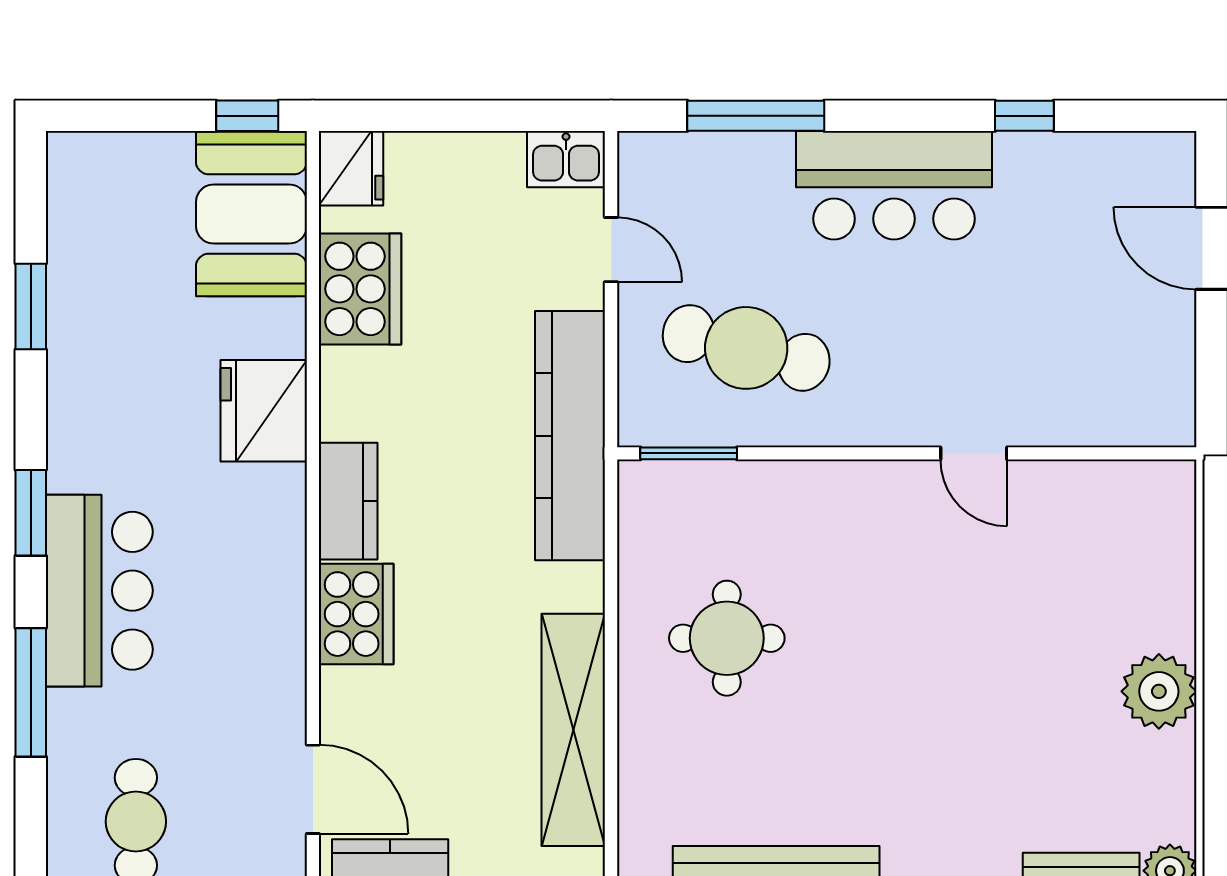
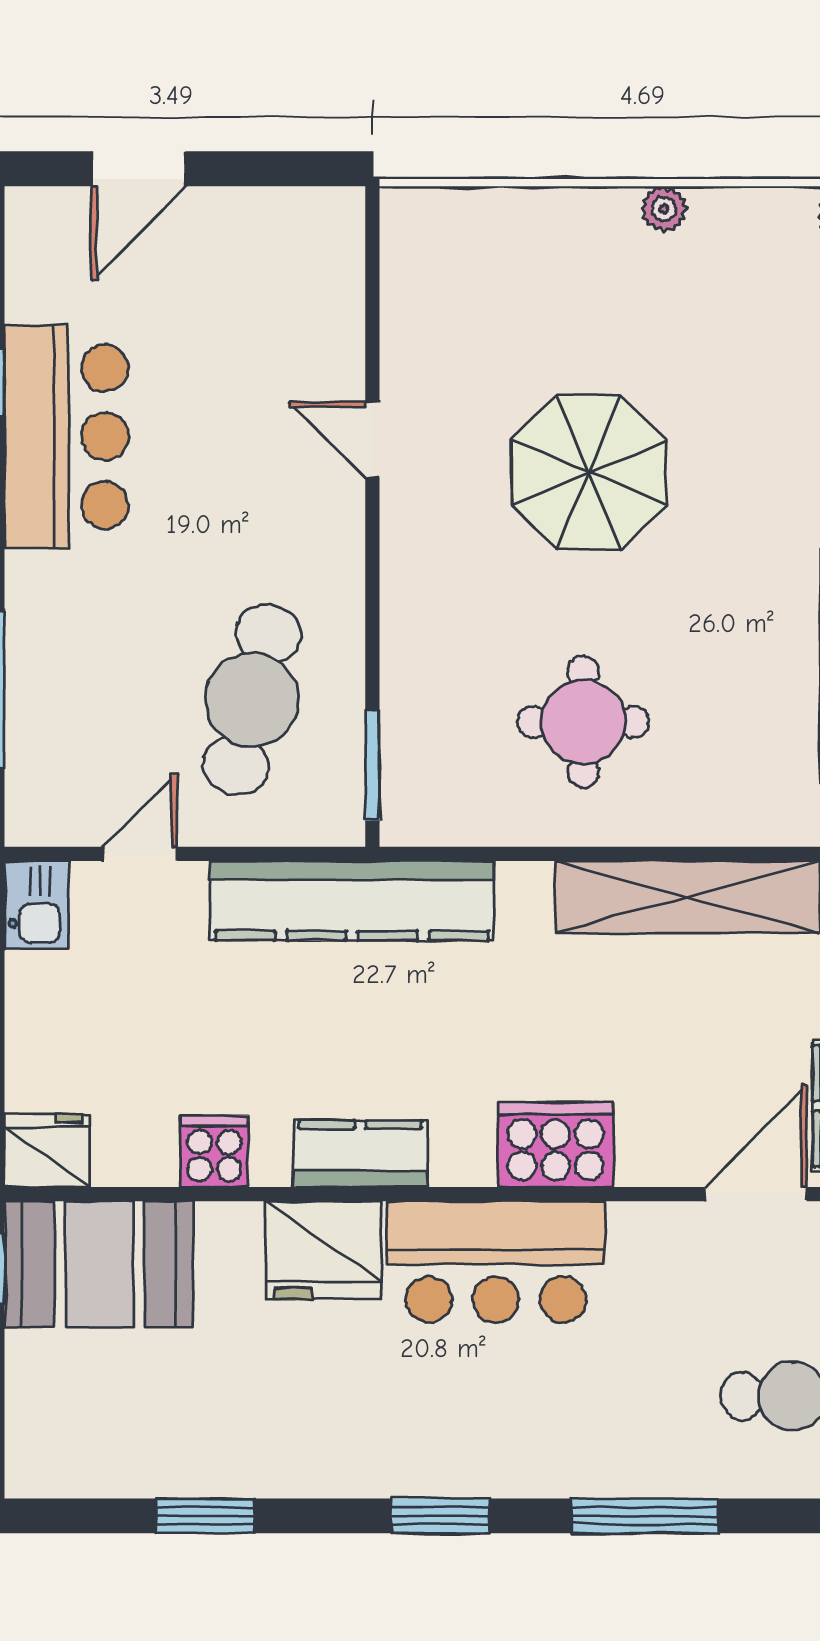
bar counter: (894, 185) -> (66, 436), moved
cooker: (360, 289) -> (214, 1151), width x0.53, depth x0.76
door: (974, 453) -> (372, 440), swing flipped
kitchen counter: (348, 501) -> (360, 1154), moved
bar counter: (99, 591) -> (496, 1262), moved, turned 180
parasol: (945, 643) -> (589, 473), added
plant: (1159, 691) -> (664, 209), width x0.53, depth x0.53

